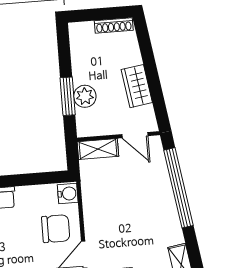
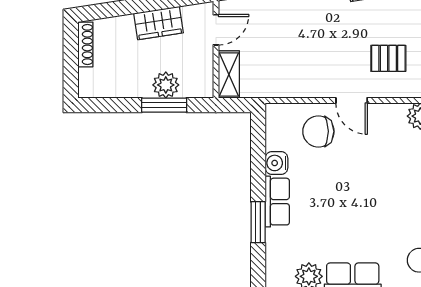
water cooler: (68, 194) -> (276, 163), moved, turned -90
chair: (56, 229) -> (318, 131), turned -90

